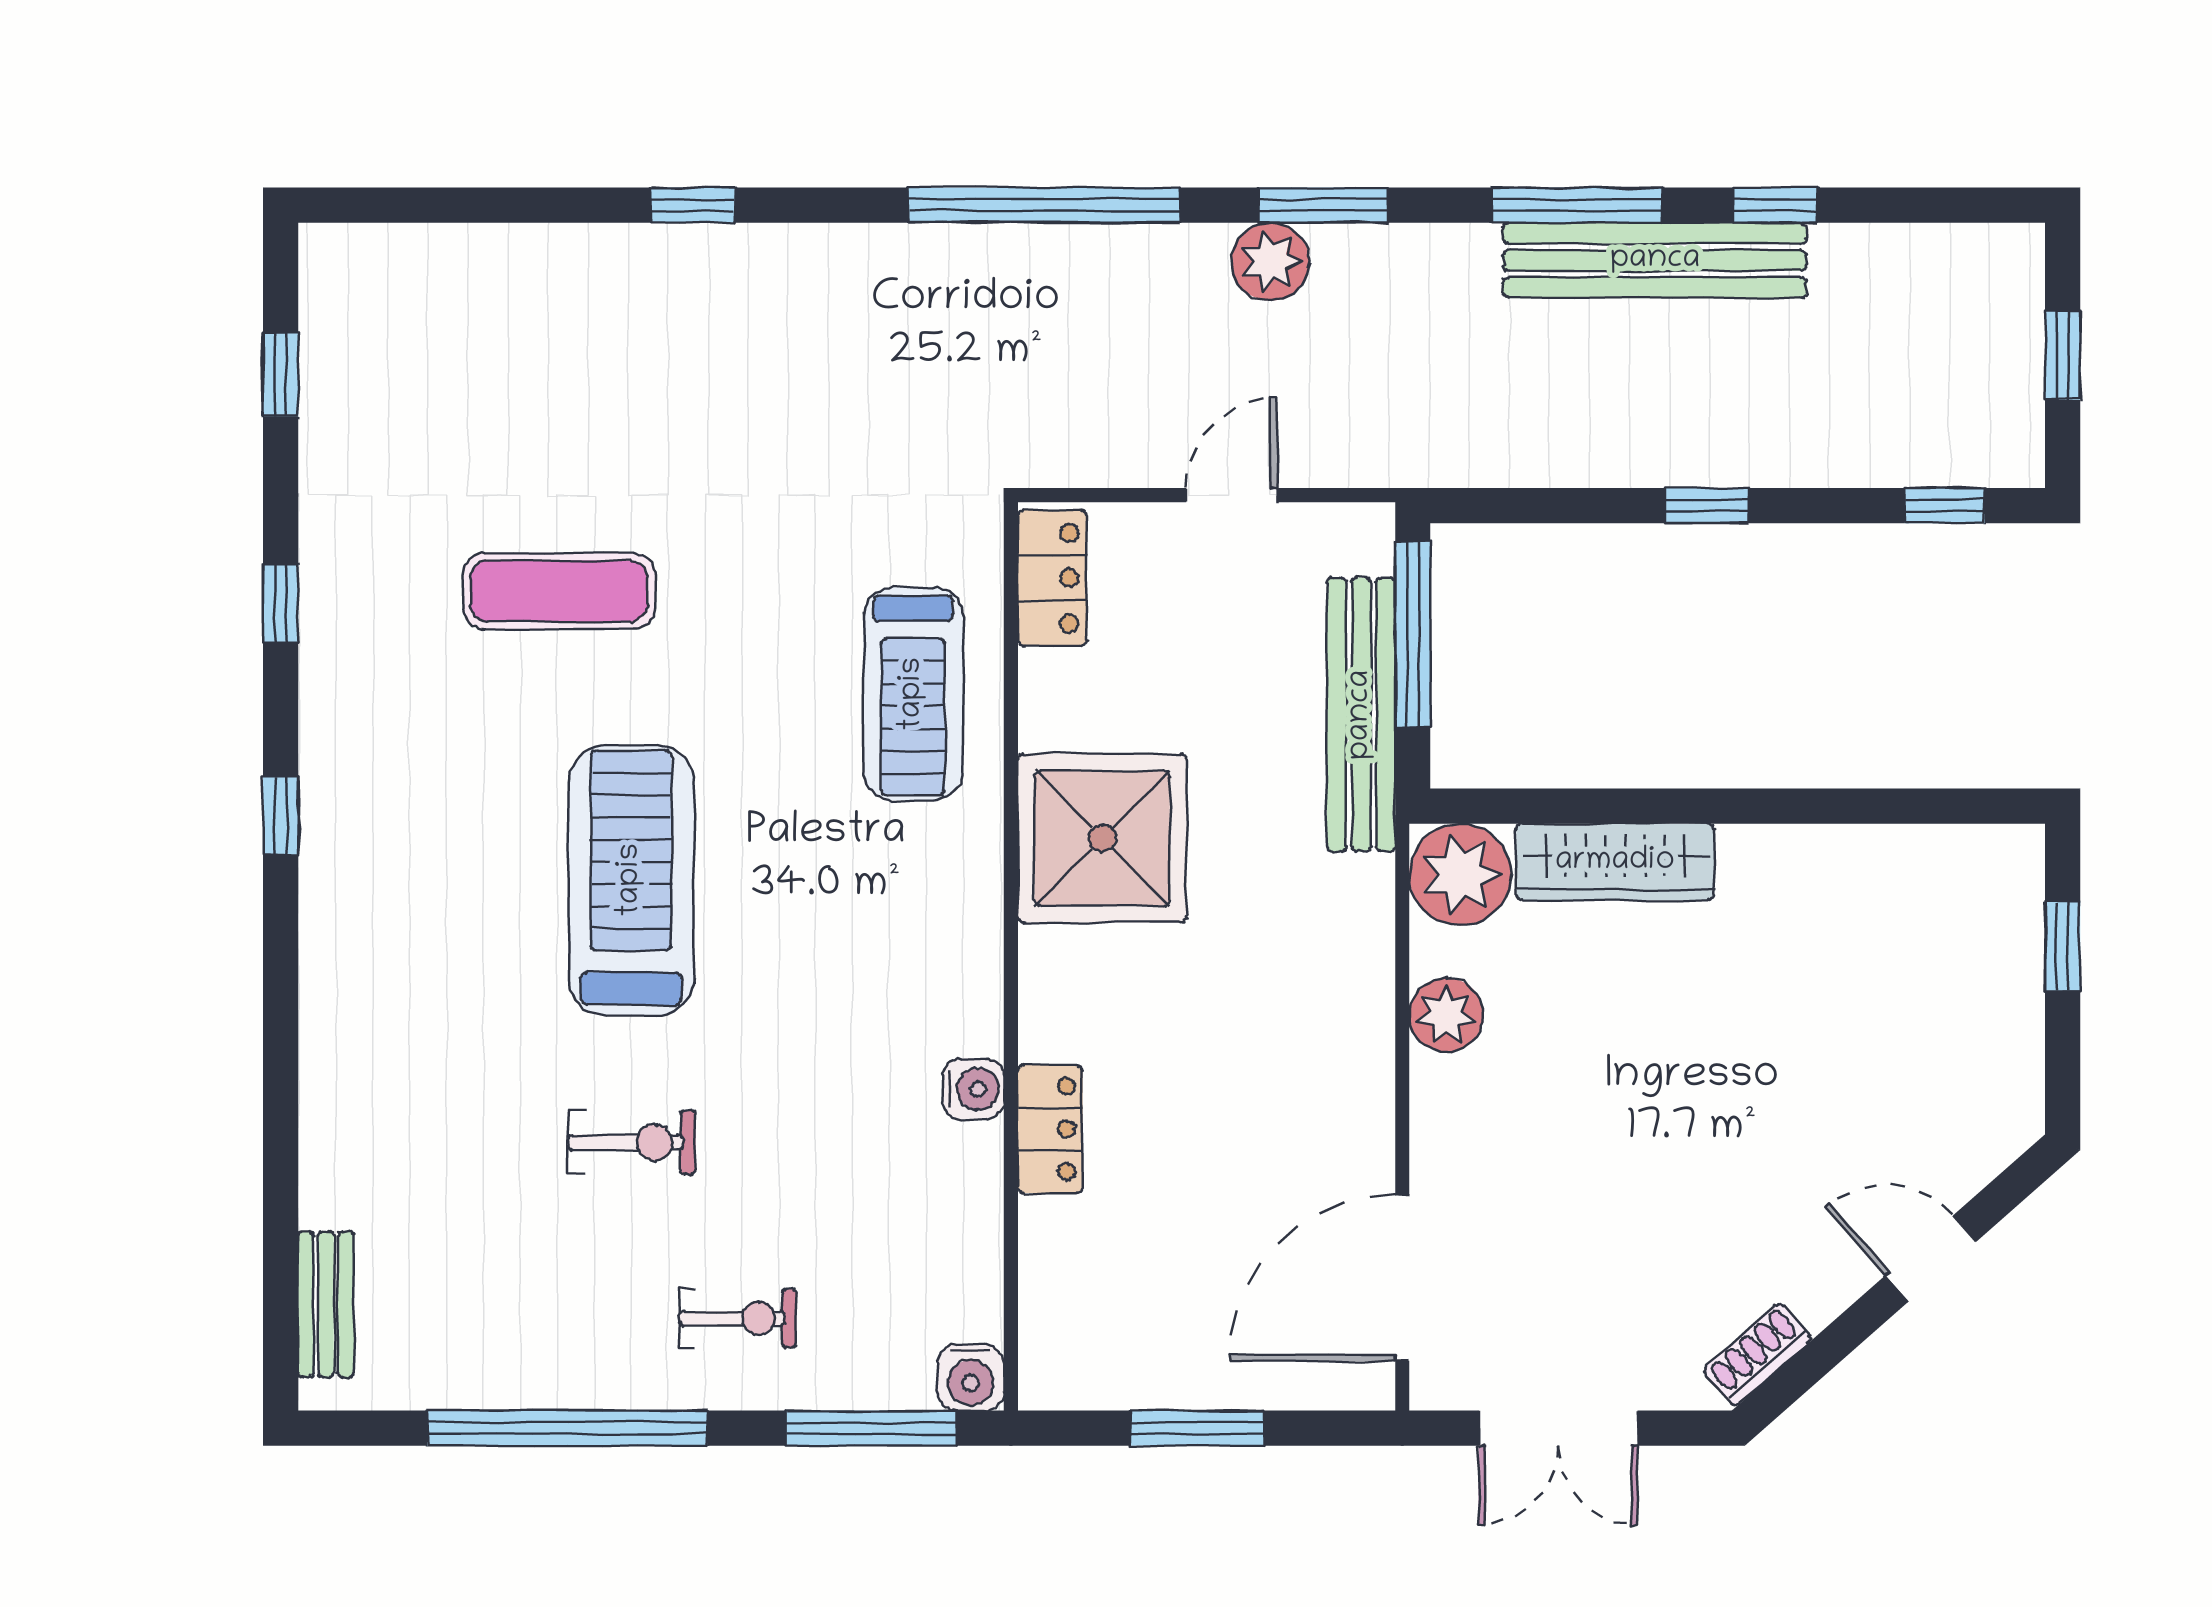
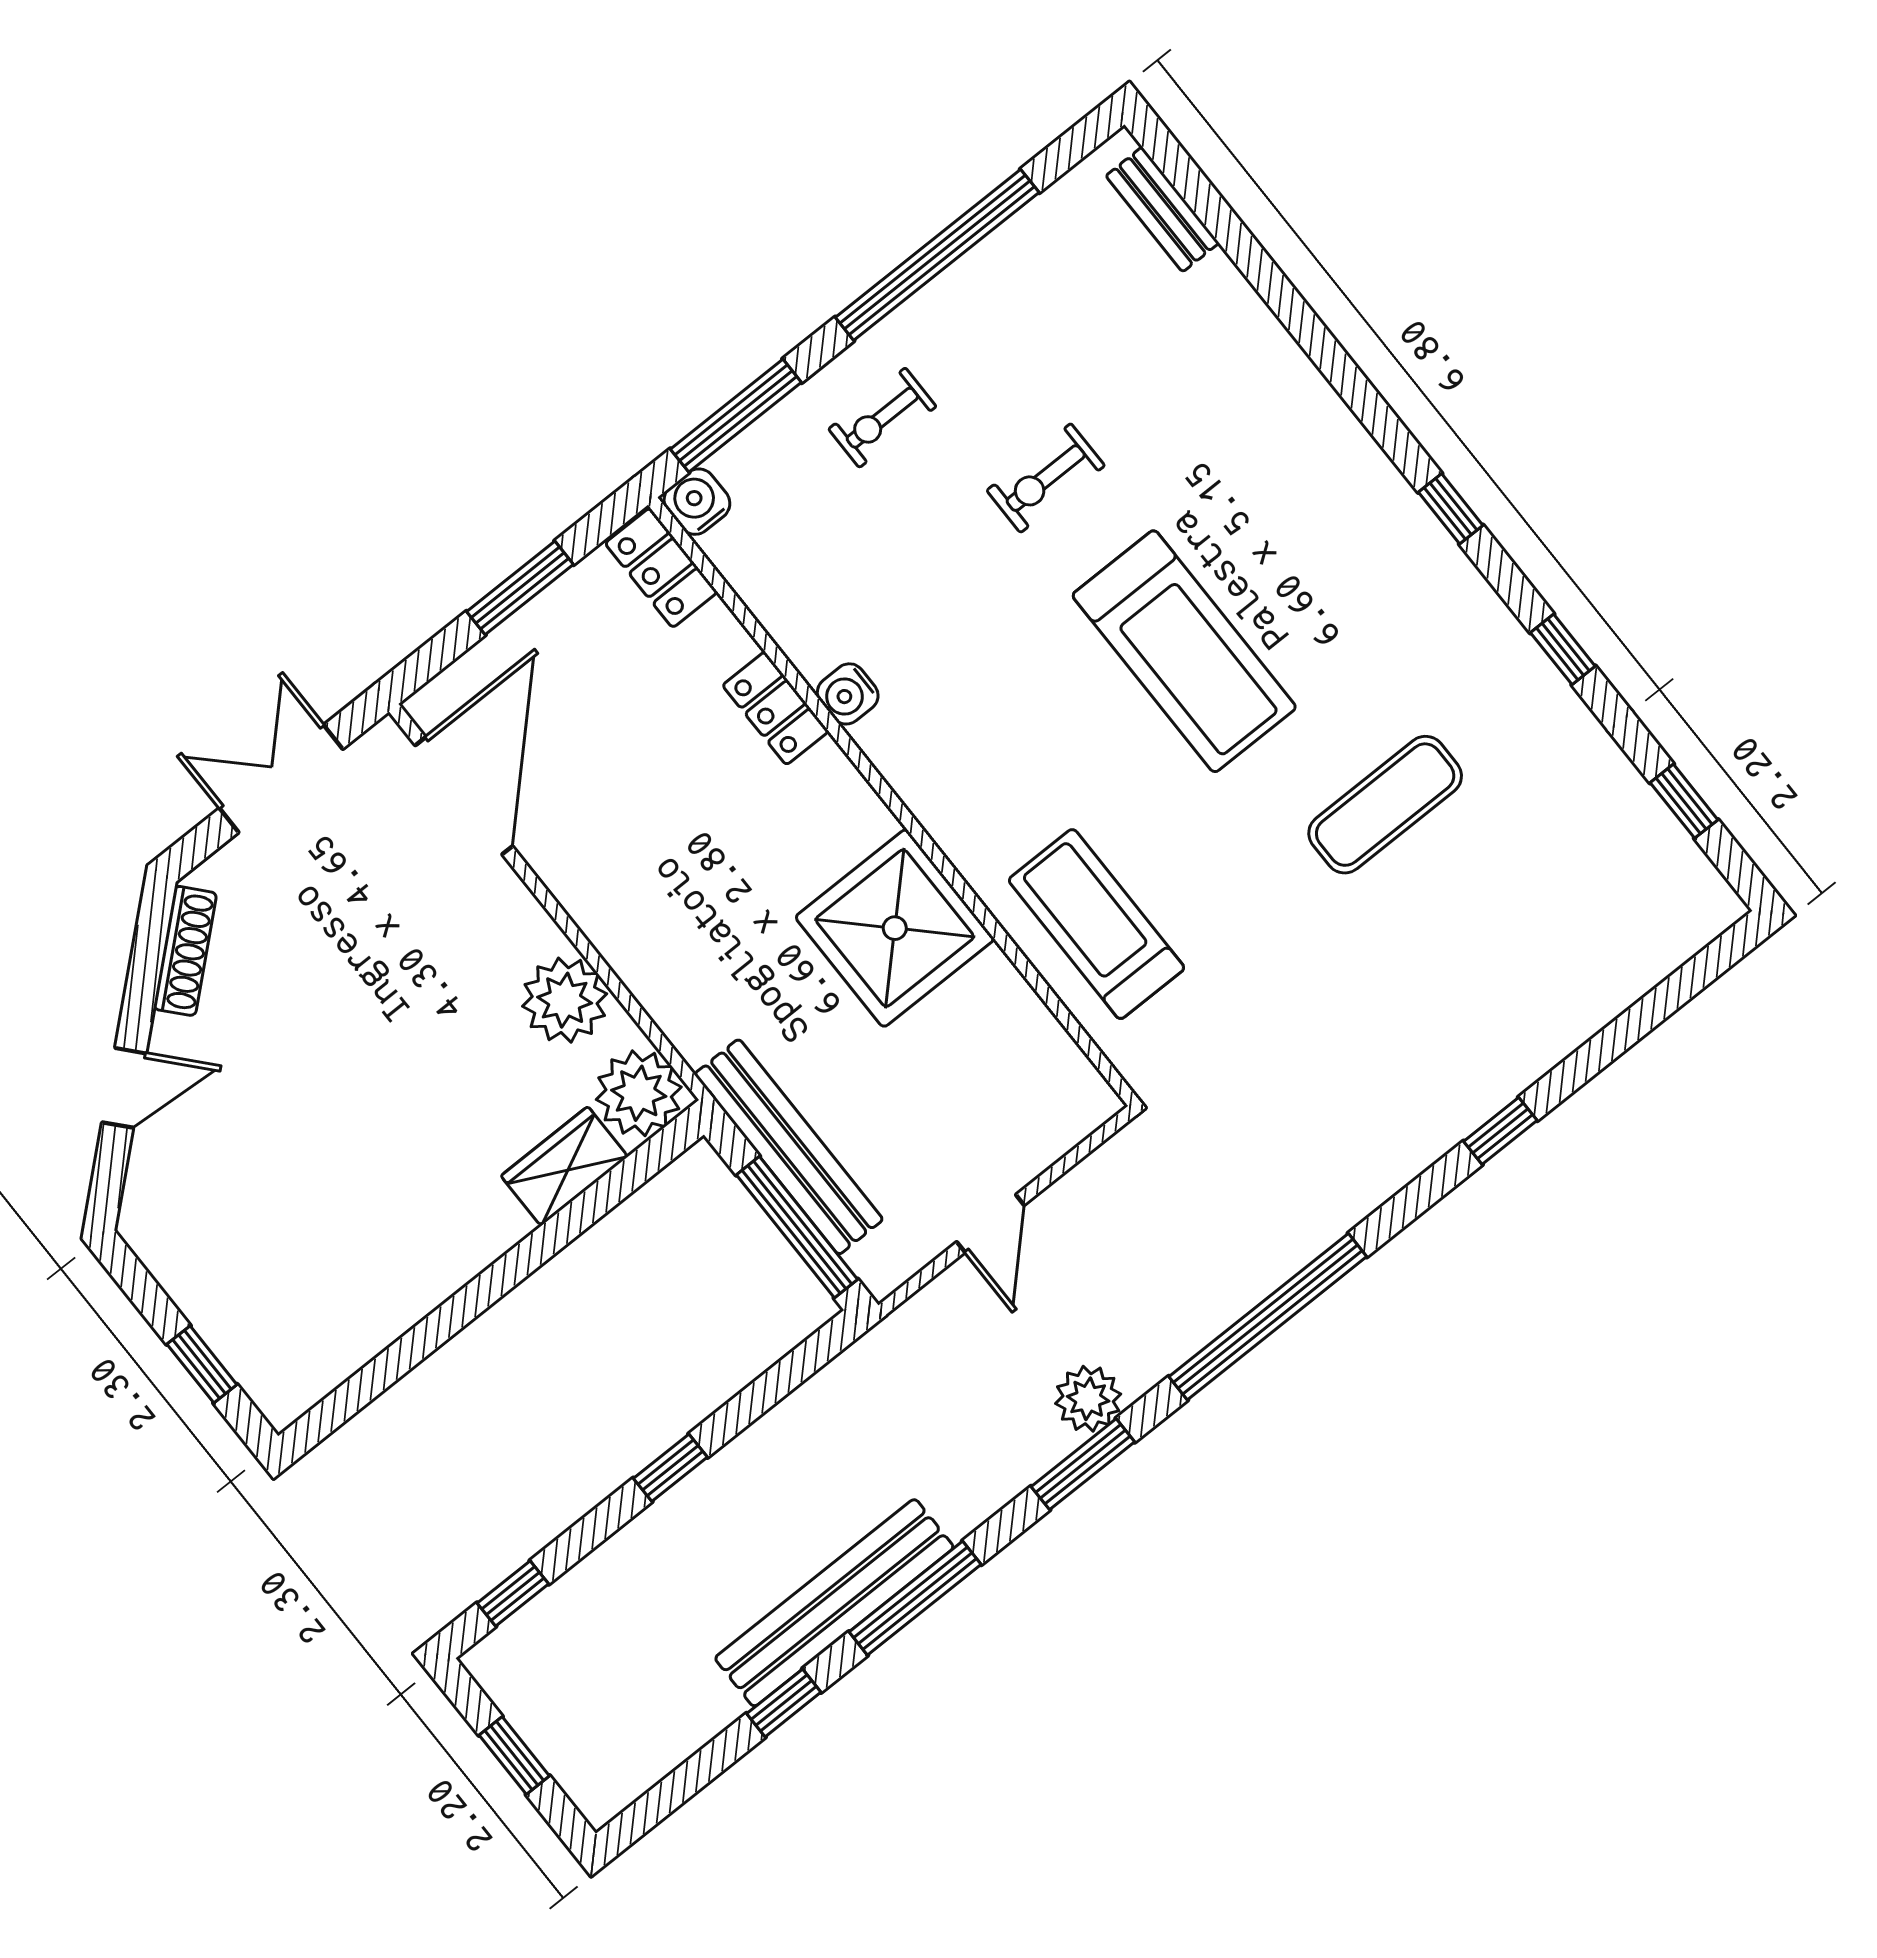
locker: (1052, 578) -> (661, 568), moved
wardrobe: (1615, 862) -> (564, 1166), width x0.67
plant: (1446, 1015) -> (565, 1000), width x1.36, depth x1.36
shoe rack: (1757, 1355) -> (185, 951), width x1.43

